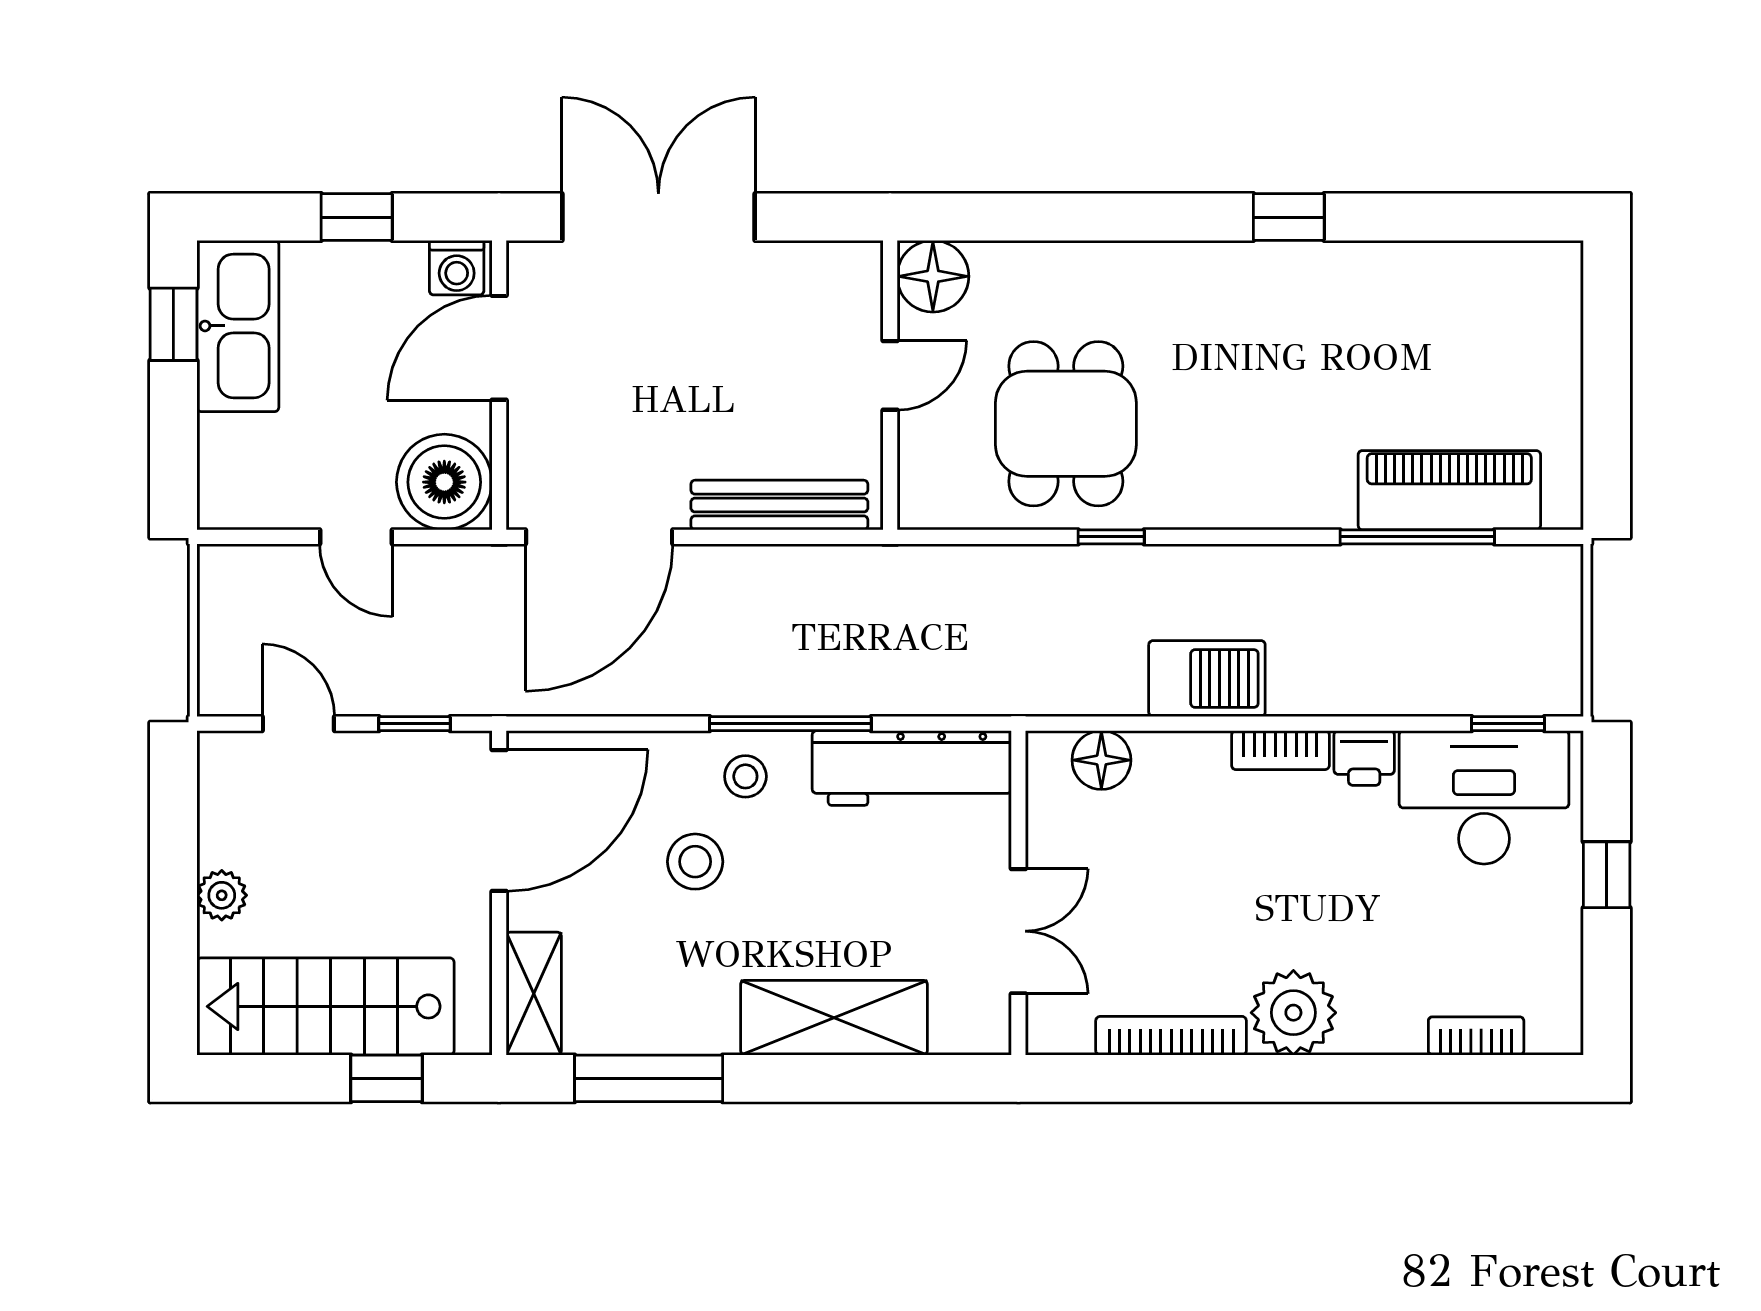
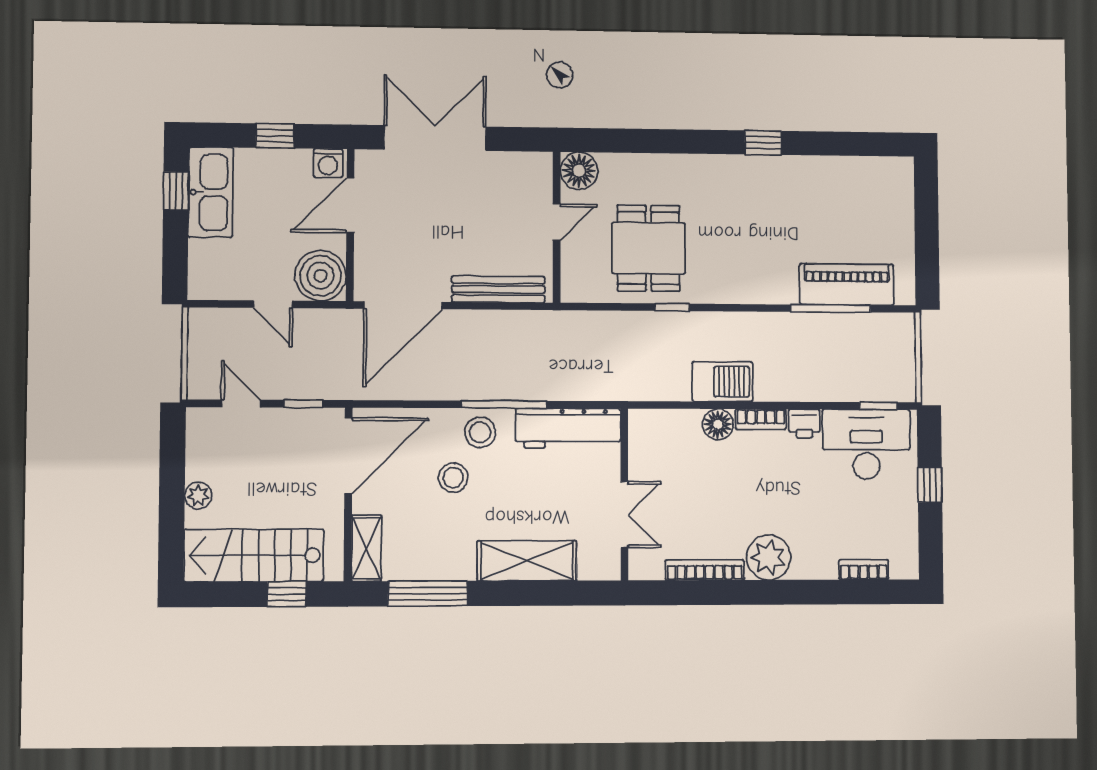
floor lamp: (1101, 760) -> (718, 424), moved
stool: (745, 776) -> (480, 432), width x1.37, depth x1.37

